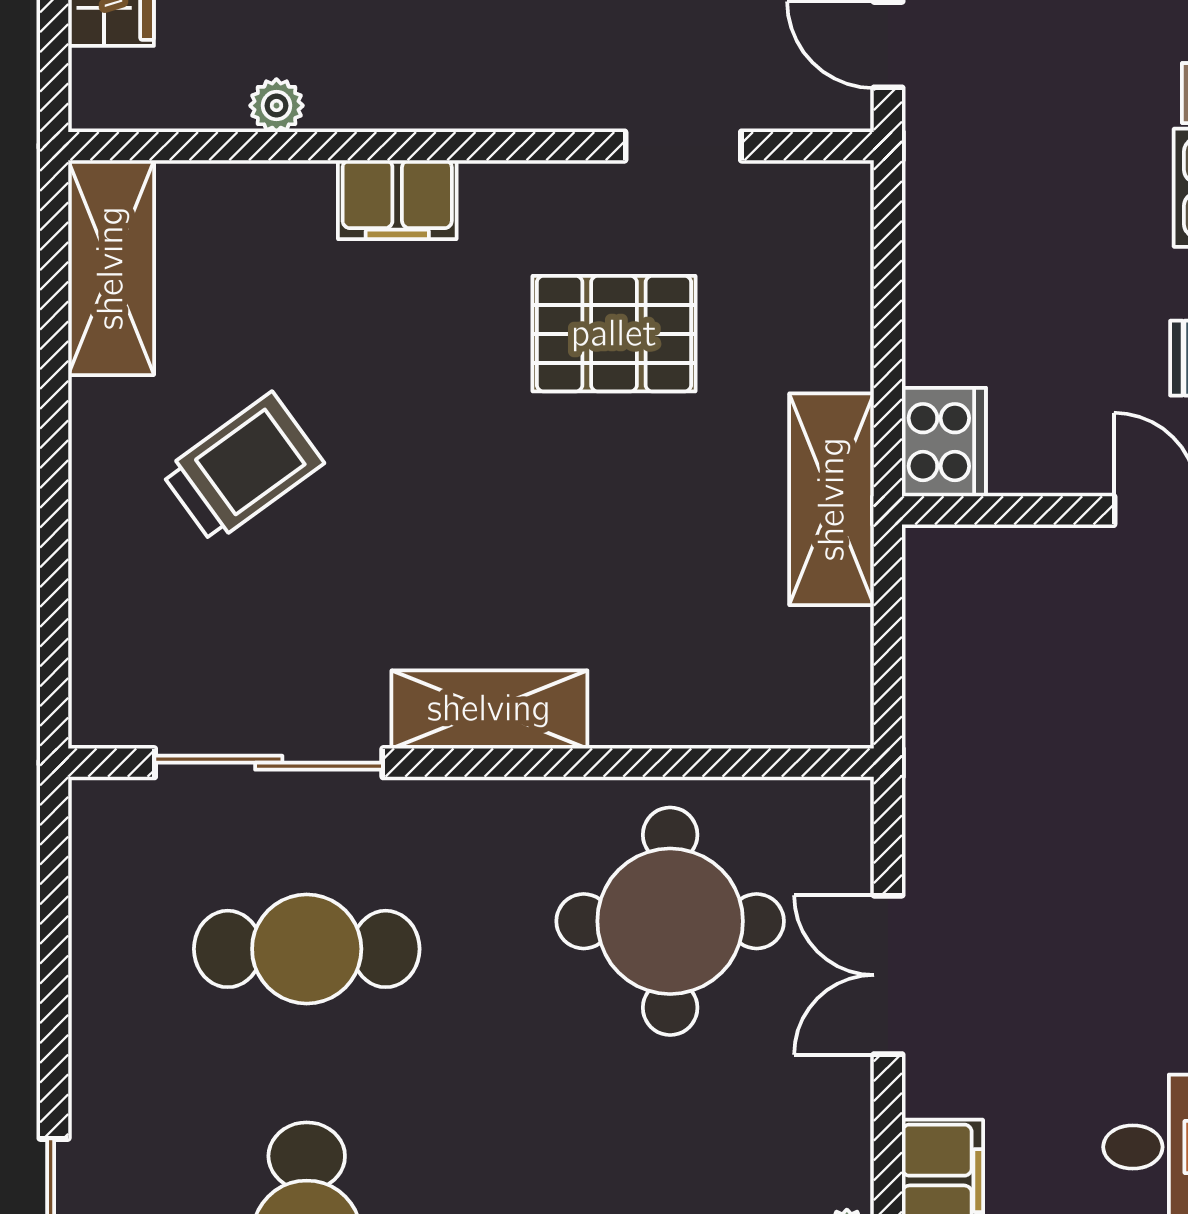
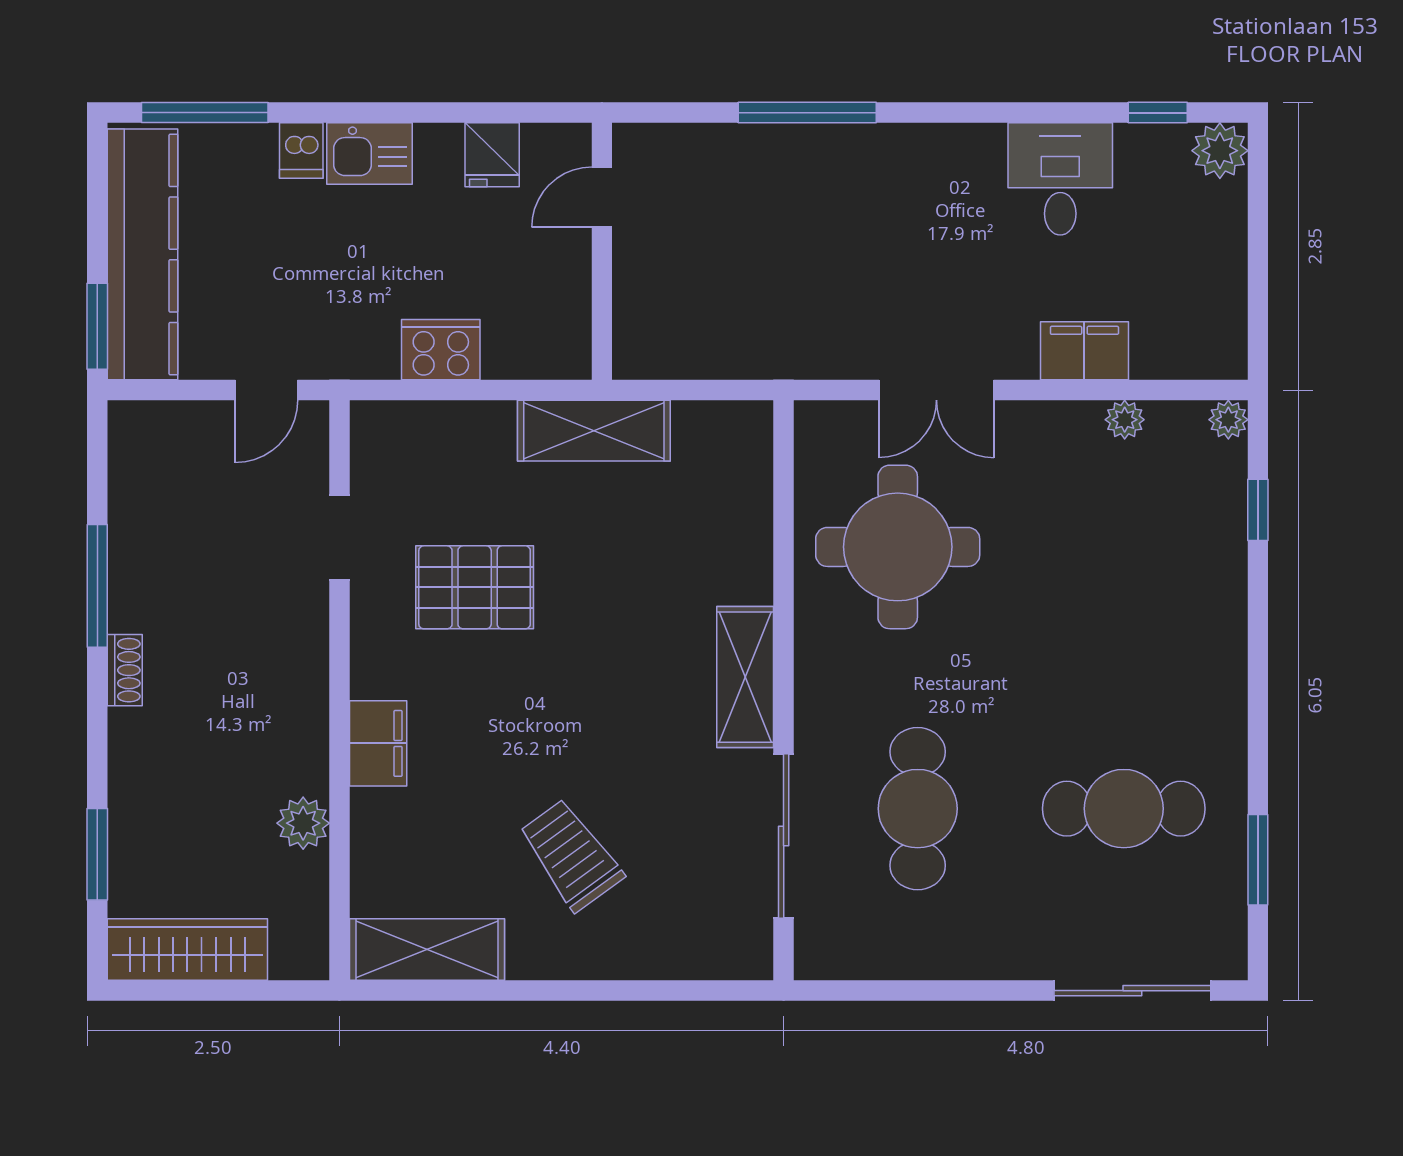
plant: (276, 106) -> (303, 823), width x1.38, depth x1.38
pallet: (614, 334) -> (475, 587), turned 90
cooker: (944, 442) -> (441, 350), moved

